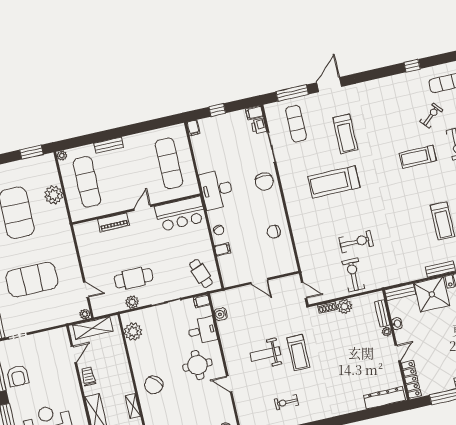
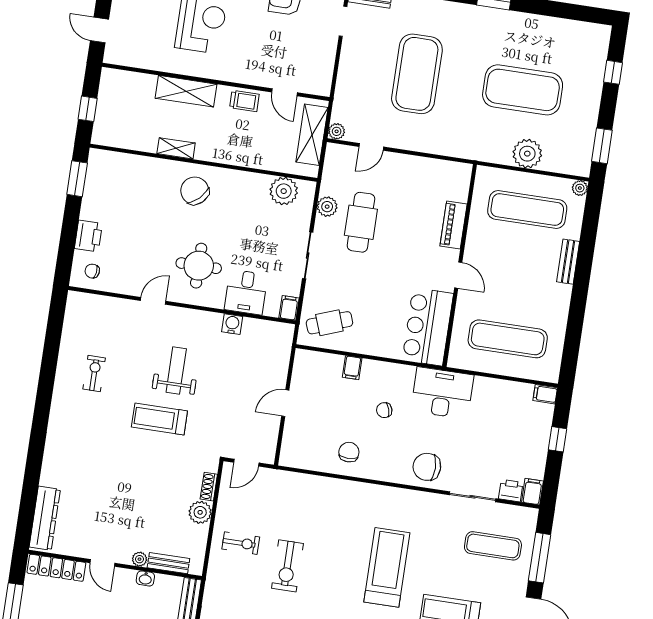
chair: (219, 230) -> (384, 410), moved
exercise bike: (353, 275) -> (241, 543), width x0.73, depth x0.72
water cooler: (221, 314) -> (232, 324), moved

